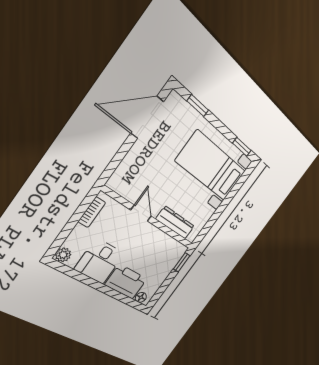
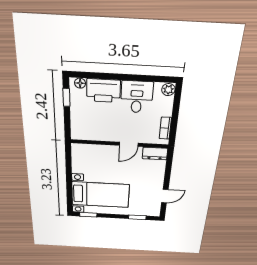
door: (147, 117) -> (165, 196), width x0.53
door: (141, 213) -> (129, 144), hinge flipped
dresser: (175, 223) -> (155, 154), moved, width x0.70
window: (182, 262) -> (66, 97), moved

